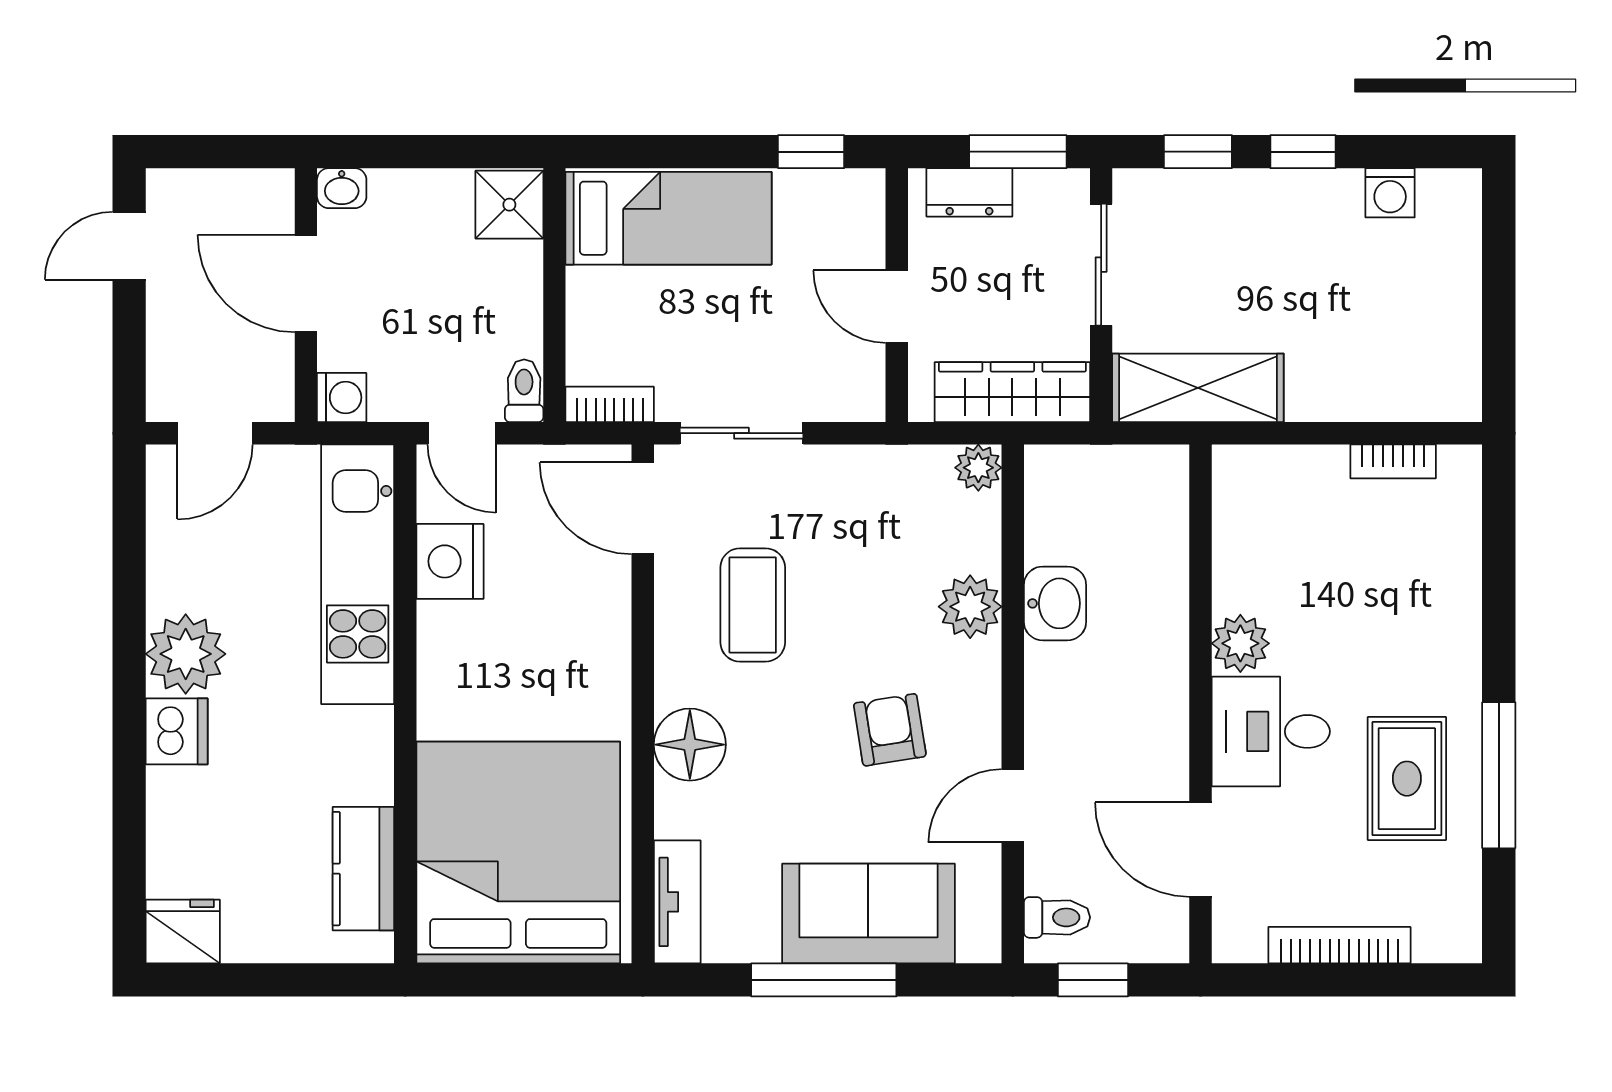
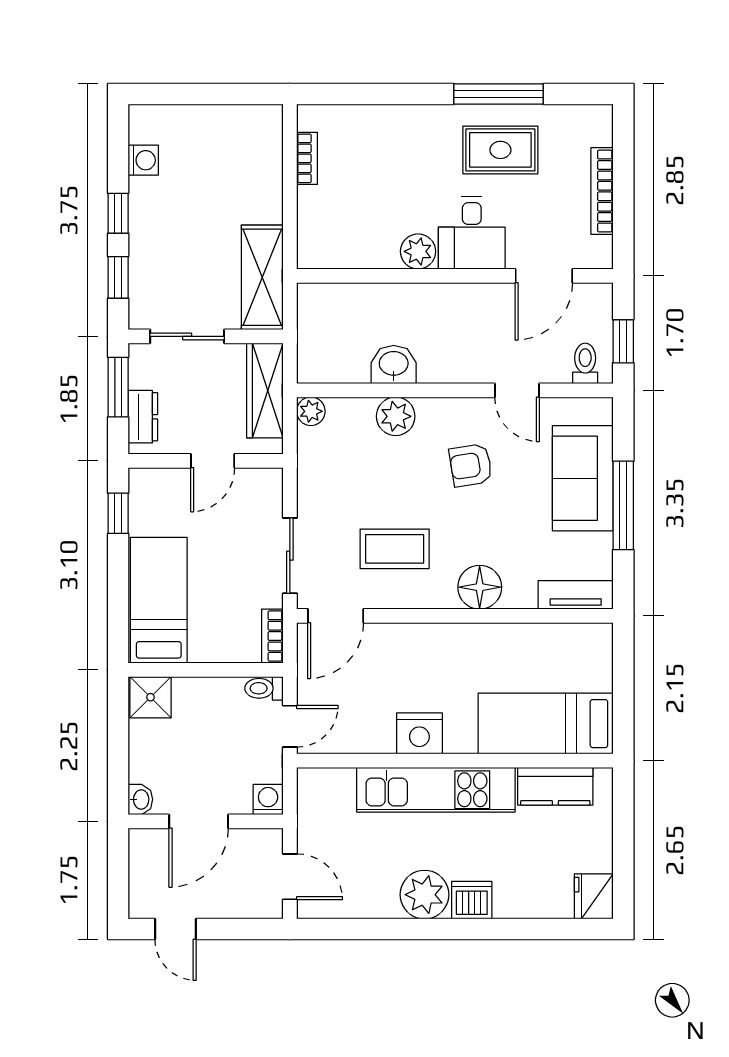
nightstand: (450, 561) -> (419, 733), moved
kitchen unit: (358, 574) -> (436, 790), moved
bed: (518, 853) -> (546, 724), width x0.49

